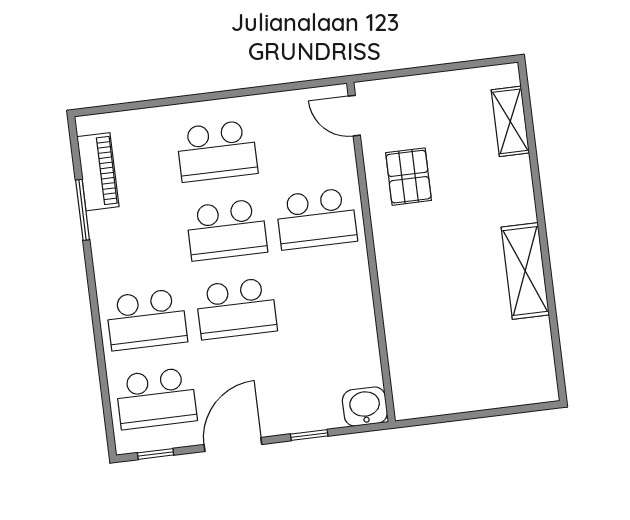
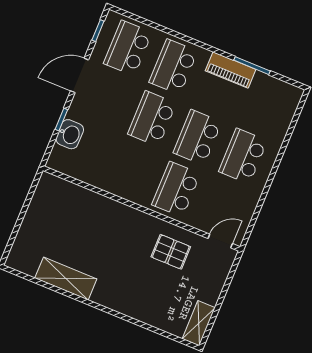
shelving: (510, 121) -> (199, 323), moved, turned 90
piano: (98, 172) -> (231, 70), moved
shelving: (525, 271) -> (66, 278), moved
washbasin: (365, 407) -> (70, 134), moved
door: (233, 444) -> (80, 75), swing flipped

